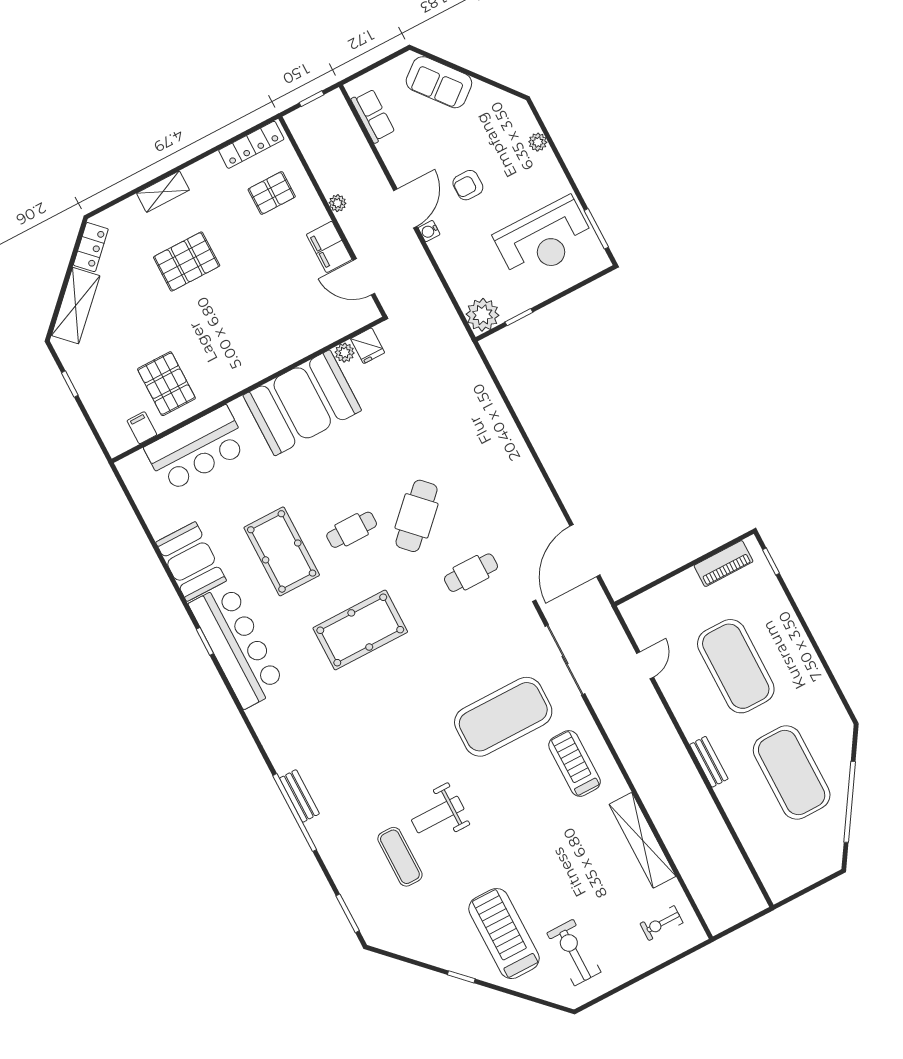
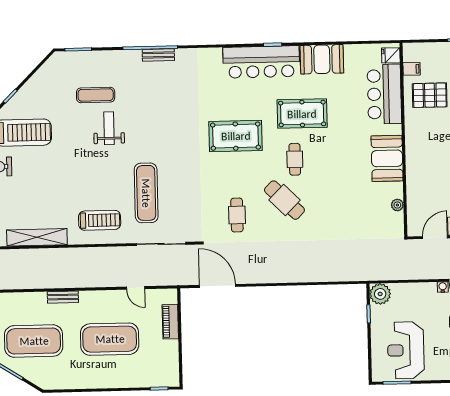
fridge: (368, 346) -> (391, 55), moved
booth: (302, 403) -> (387, 158), width x0.73, depth x0.70
piano: (723, 564) -> (170, 322), moved
pool table: (360, 630) -> (236, 136), turned 90
exercise mat: (503, 717) -> (146, 193), width x0.68

